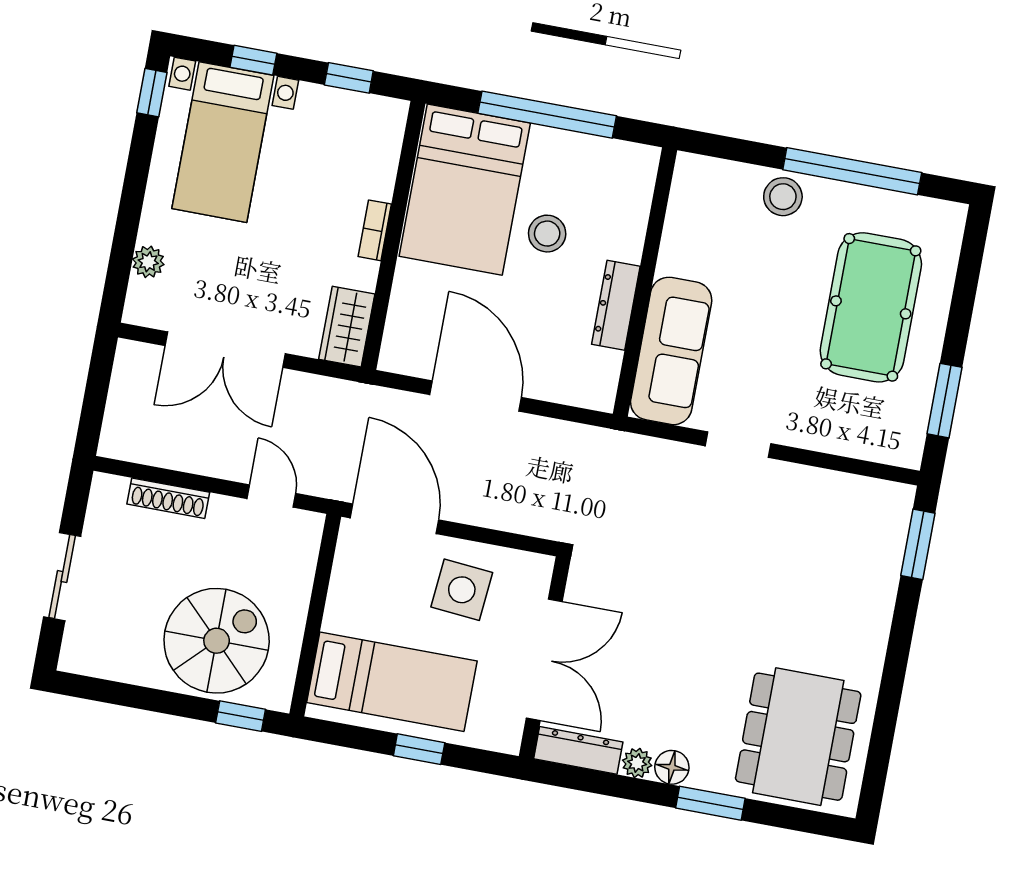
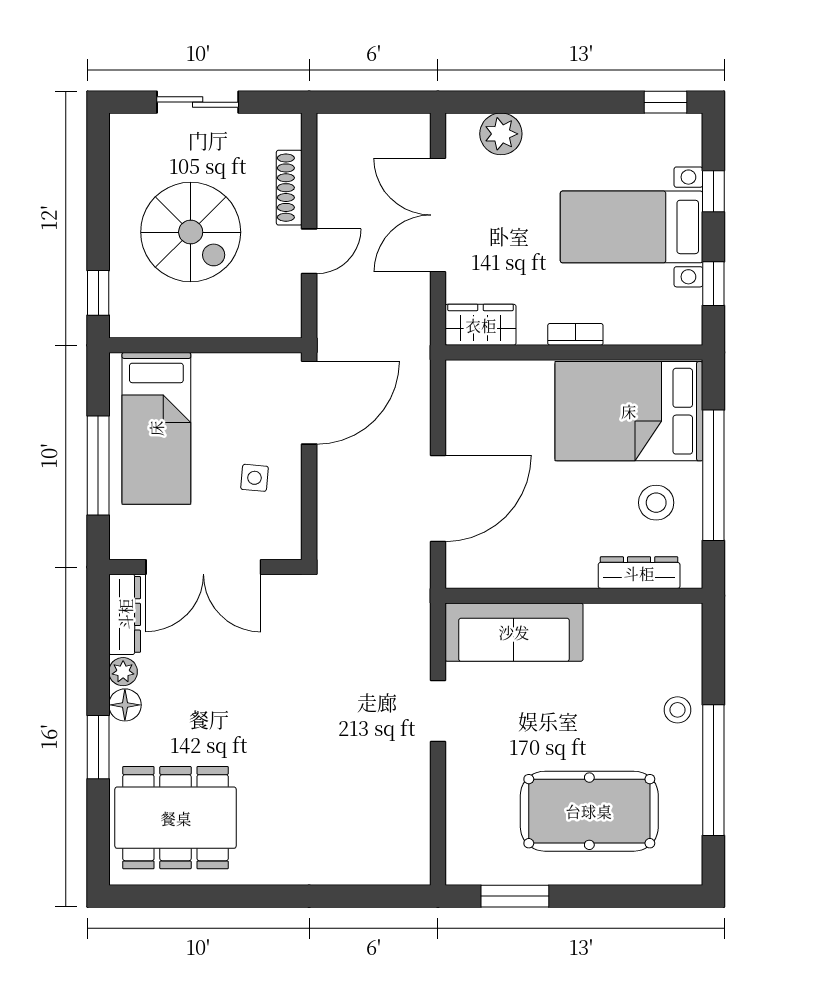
bed with nightstands: (223, 142) -> (632, 227), moved
stool: (783, 197) -> (678, 710), width x0.73, depth x0.73
stool: (547, 234) -> (656, 503), moved
plant: (148, 262) -> (501, 134), width x1.38, depth x1.38
dresser: (616, 305) -> (639, 573), moved
door: (476, 396) -> (438, 498), moved
door: (271, 496) -> (309, 251), moved
window: (918, 544) -> (376, 896), removed
side table: (462, 590) -> (255, 478), width x0.54, depth x0.54
spiral stairs: (217, 641) -> (191, 232), moved
window: (419, 749) -> (98, 466), width x2.17

